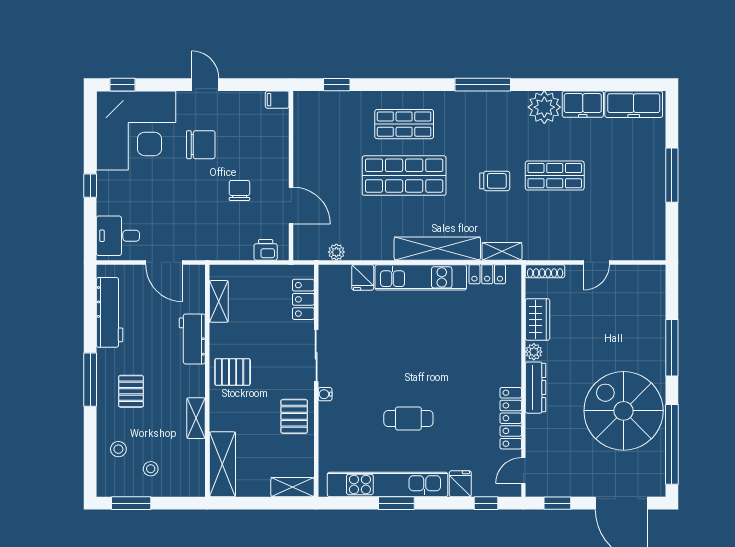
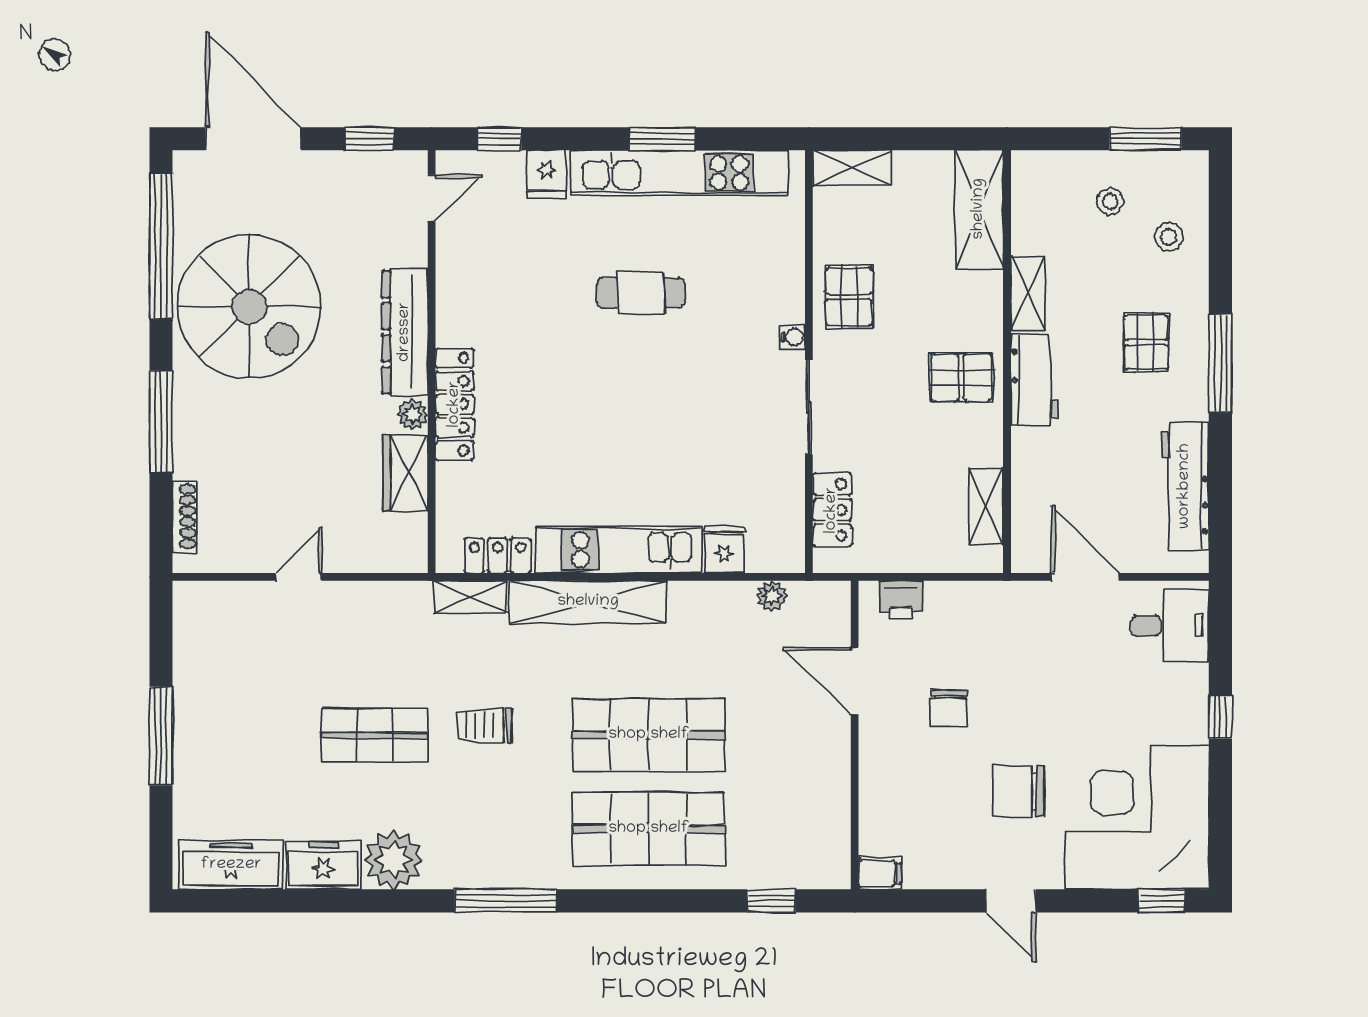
shop shelf: (404, 124) -> (649, 829), width x1.43, depth x1.36
shoe rack: (545, 271) -> (185, 516), moved, turned 90
workbench: (192, 339) -> (1034, 380), moved
dresser: (536, 388) -> (405, 332), width x1.37, depth x1.24
locker: (511, 418) -> (455, 404), moved

